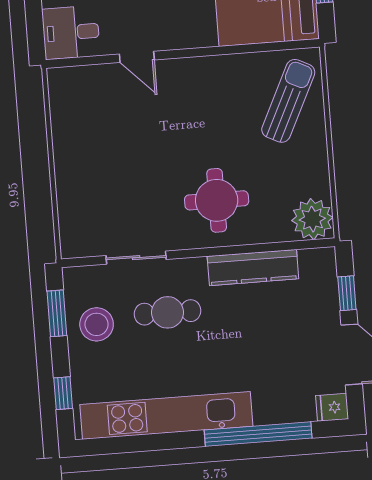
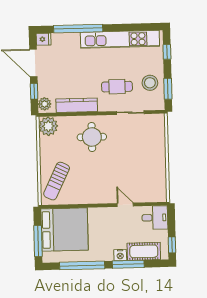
plant: (323, 267) -> (45, 104), added

